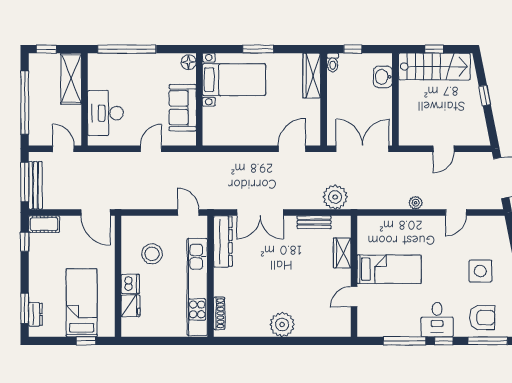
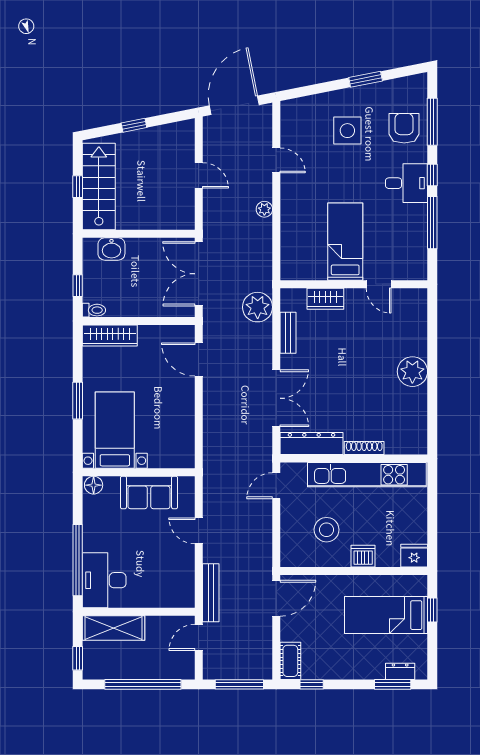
desk: (106, 113) -> (104, 580), moved, turned 90
bench: (35, 185) -> (211, 593), moved, turned 90
fridge: (131, 306) -> (414, 556), moved
shoe rack: (219, 313) -> (364, 448), moved

